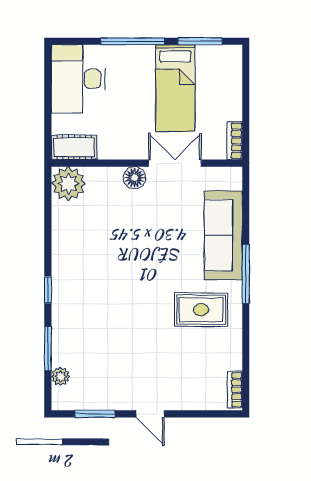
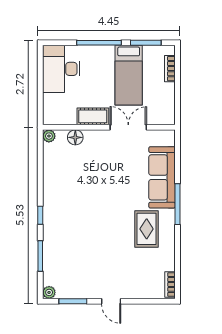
bookcase: (235, 141) -> (170, 69), moved
cot: (74, 147) -> (93, 116), moved
floor lamp: (135, 178) -> (75, 137), moved
plant: (68, 184) -> (49, 136), width x0.53, depth x0.53
rug: (201, 310) -> (147, 229), turned 90
plant: (61, 376) -> (49, 292), moved

